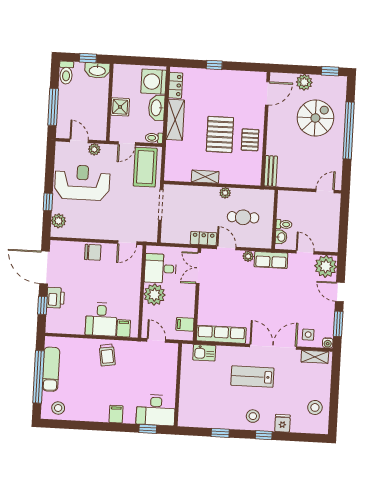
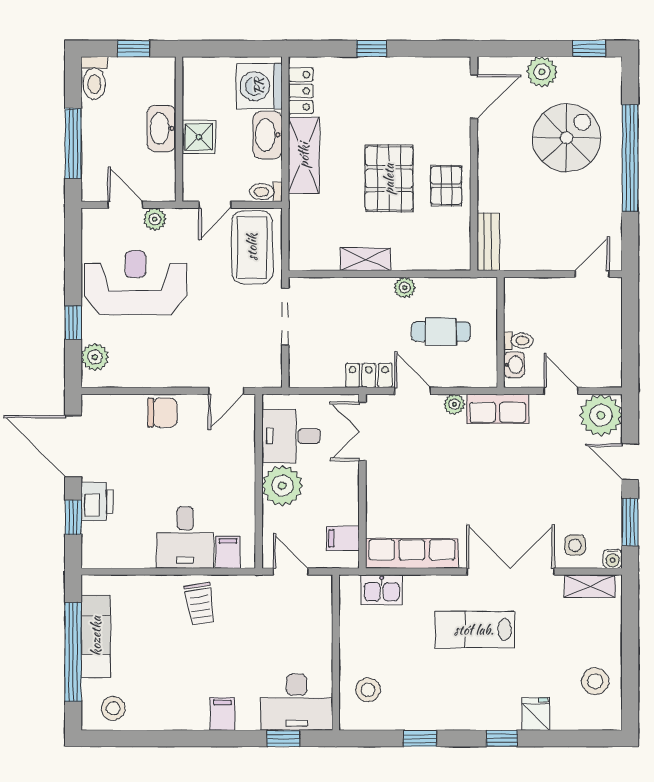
washbasin: (97, 70) -> (162, 128), moved, turned 90
stool: (253, 416) -> (368, 690), moved

